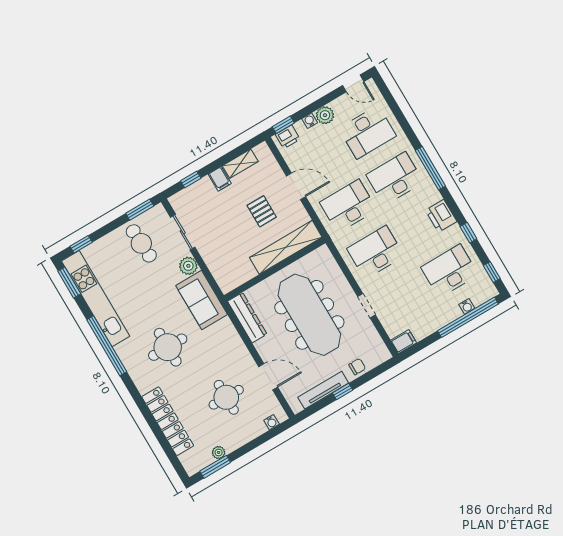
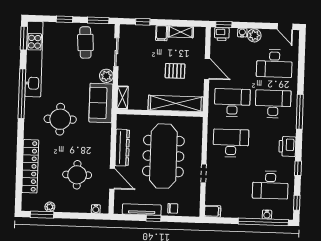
pallet: (262, 211) -> (175, 71), turned 90
window: (81, 244) -> (65, 19), moved
desk: (450, 271) -> (270, 185), turned 180
shelving: (222, 279) -> (123, 98), added
dresser: (247, 318) -> (122, 148), moved

